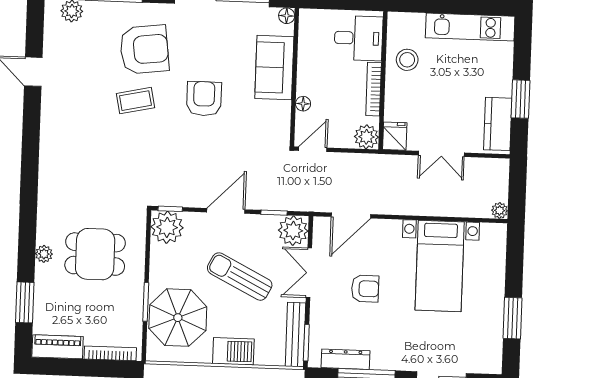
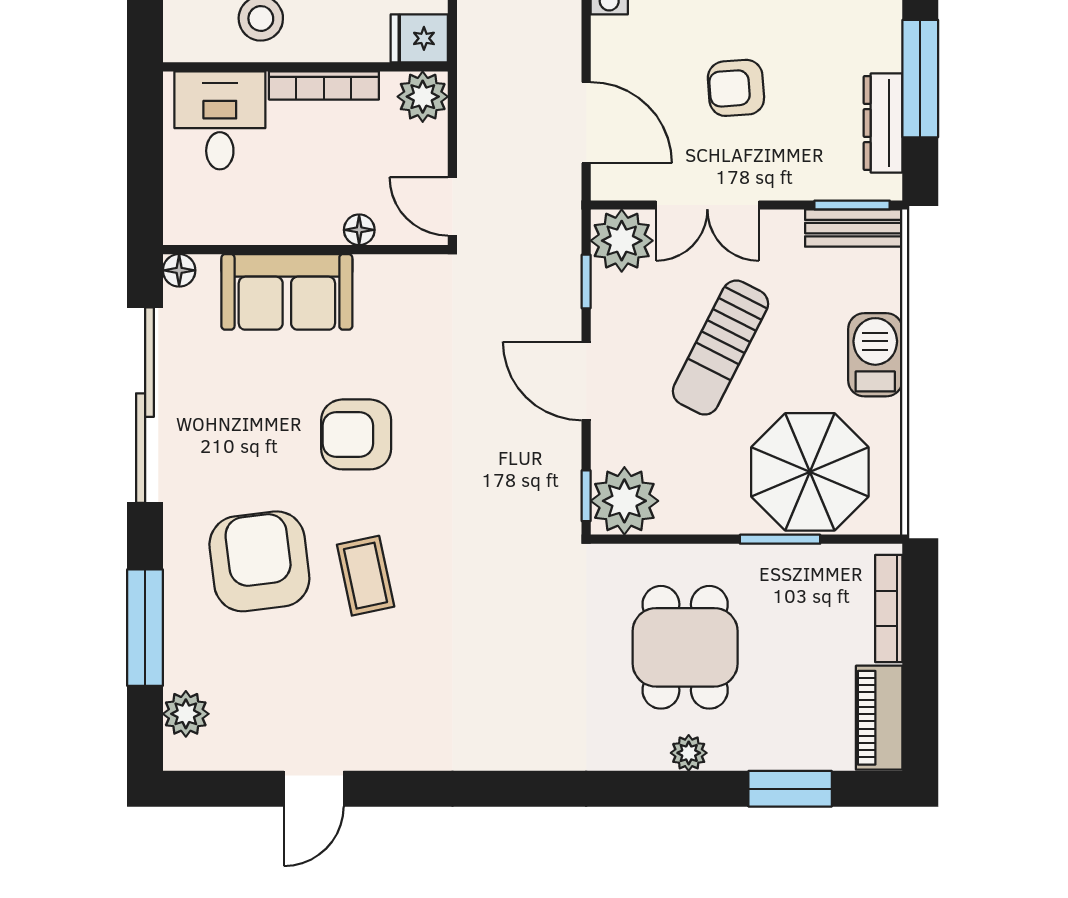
armchair: (365, 289) -> (736, 88), turned -94
bench: (295, 335) -> (854, 228), width x0.73

